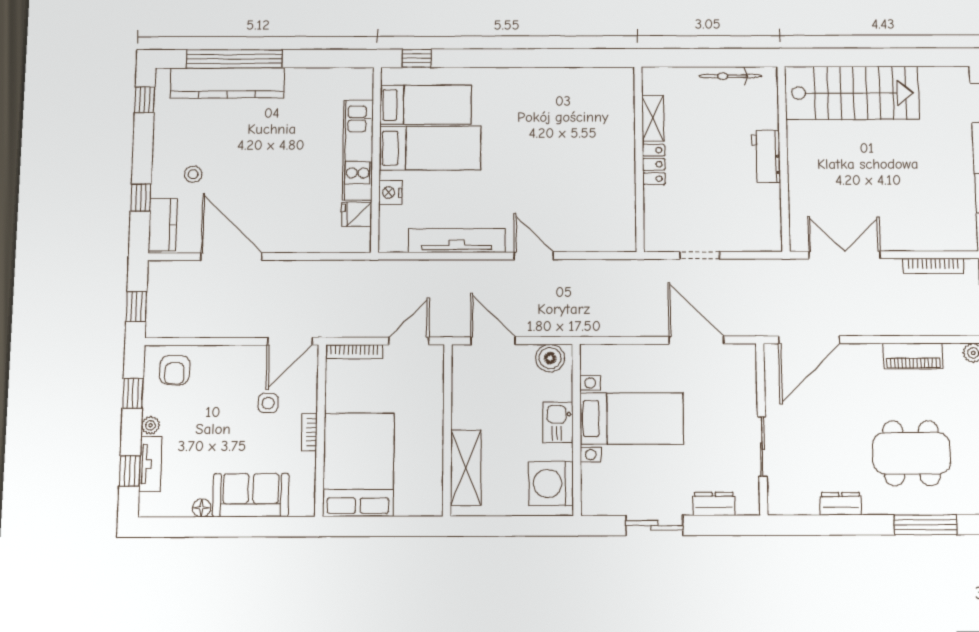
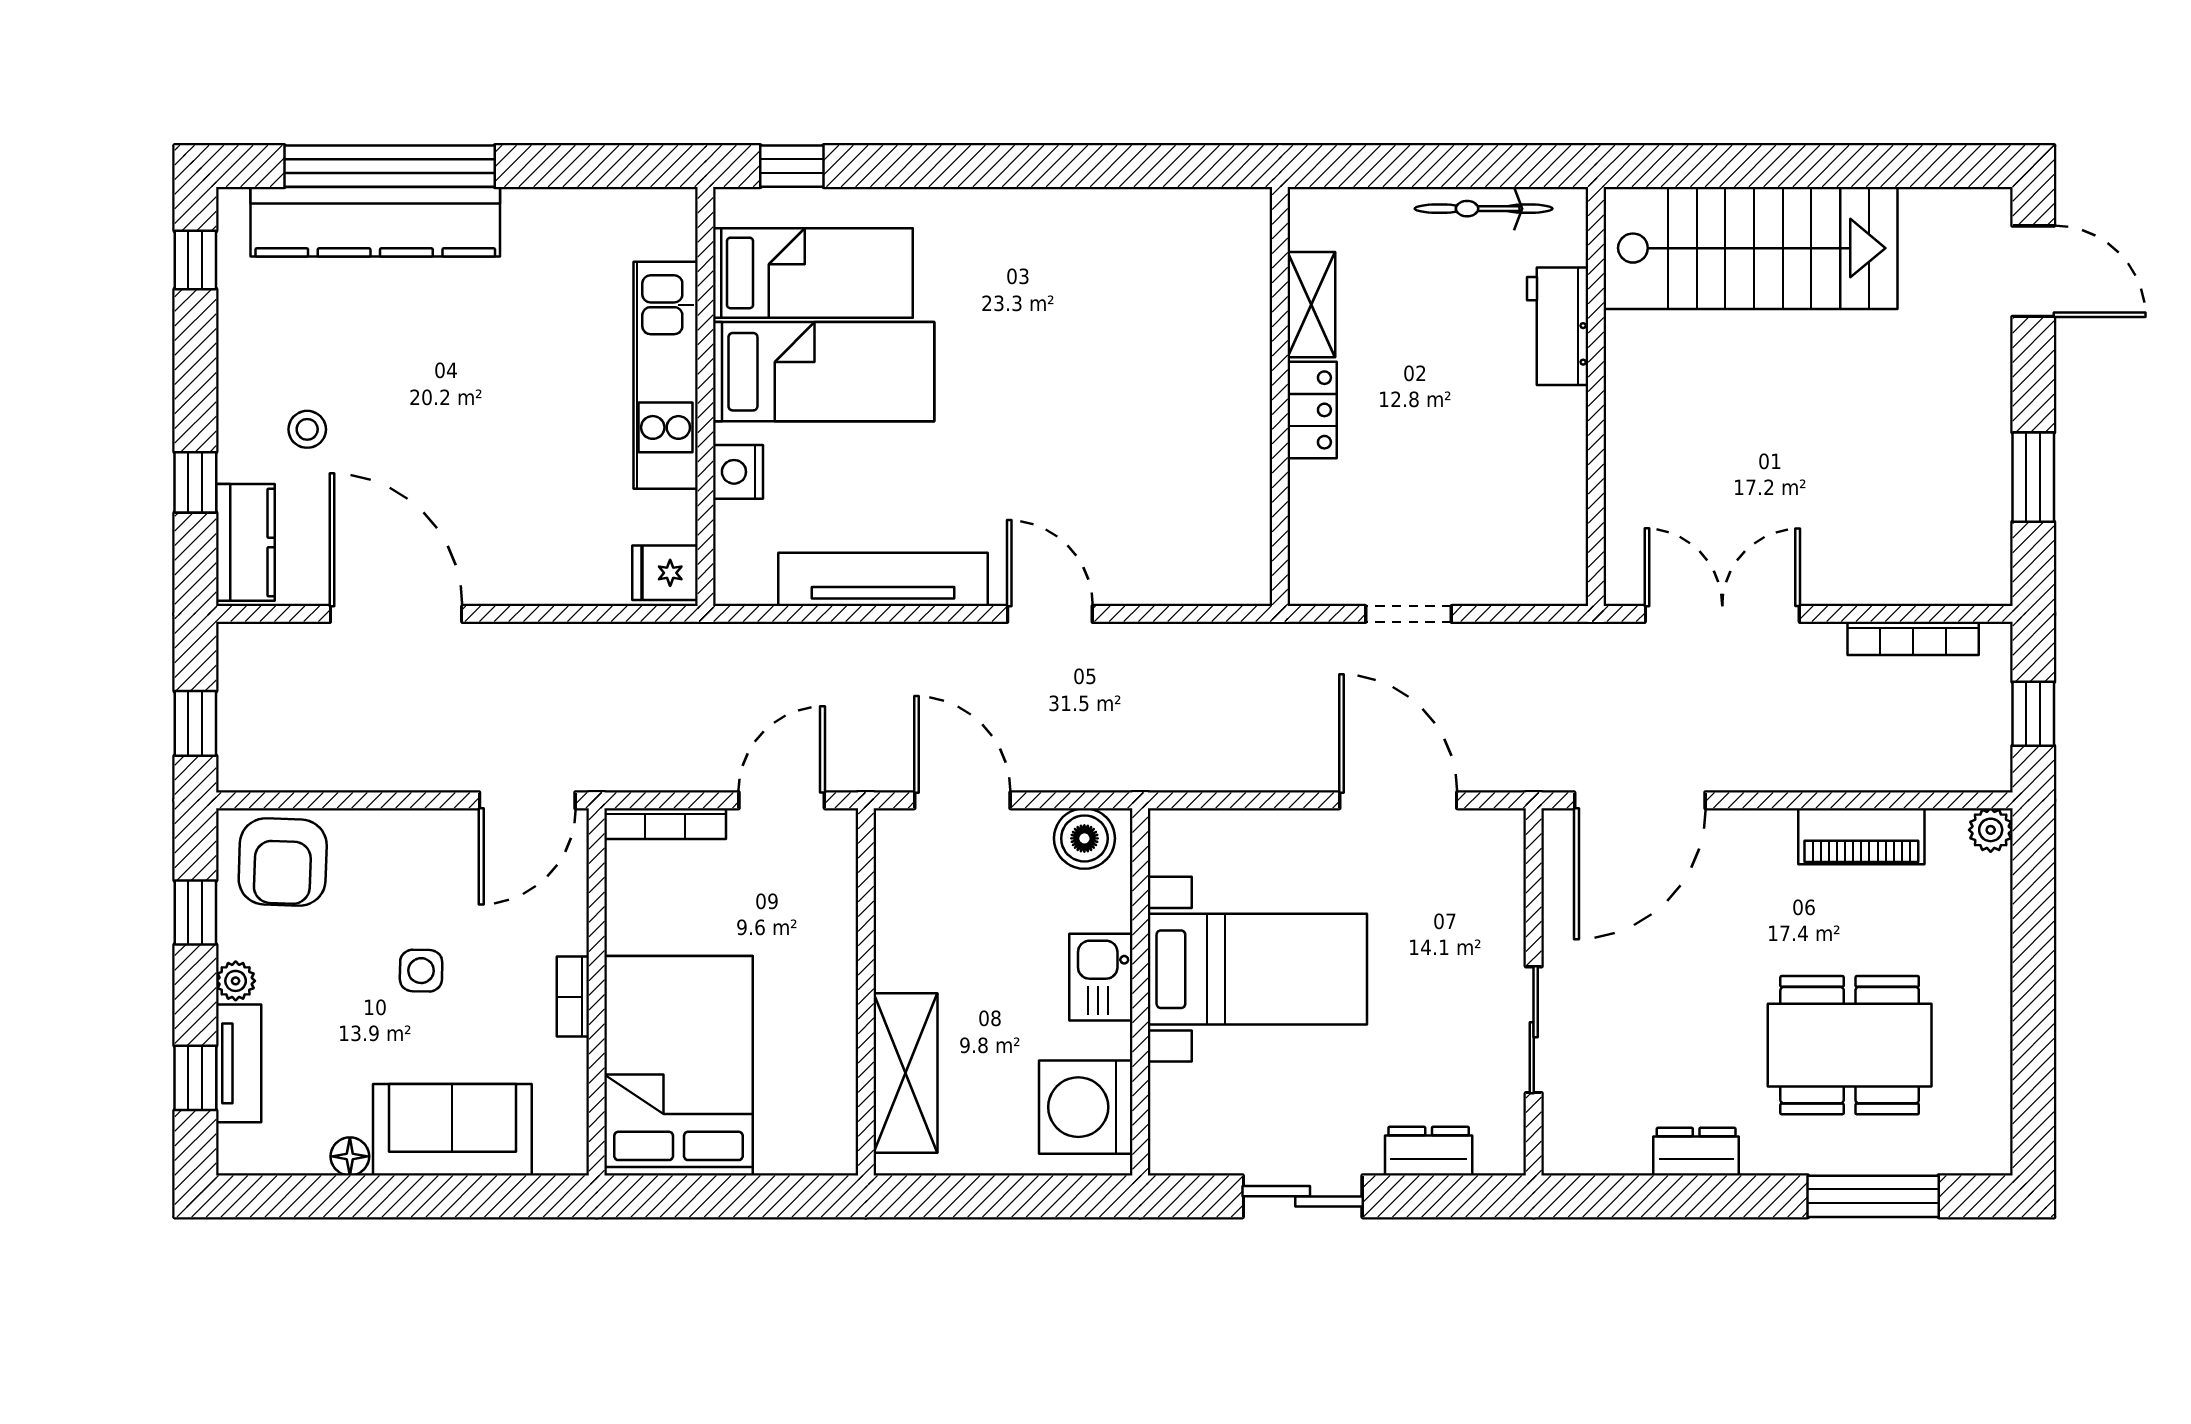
workbench: (766, 157) -> (1558, 326), moved
fridge: (356, 214) -> (665, 573), moved
armchair: (175, 370) -> (283, 862), width x1.38, depth x1.38
side table: (268, 403) -> (421, 971), moved

